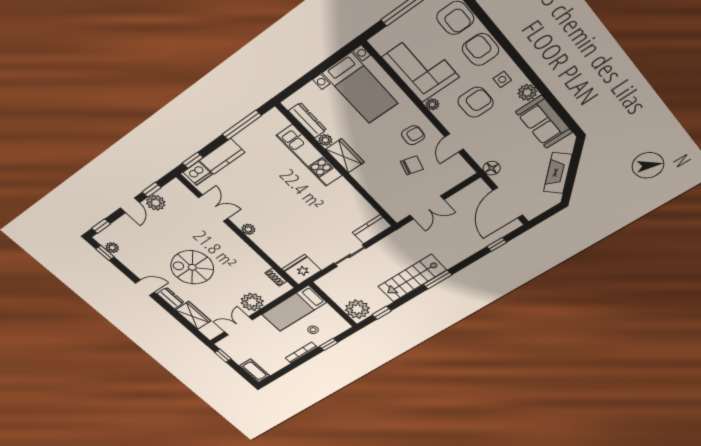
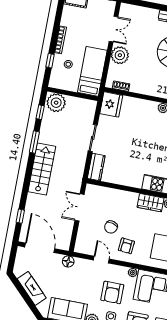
stairs: (412, 278) -> (42, 169), moved
window: (438, 280) -> (34, 142), moved
wardrobe: (193, 315) -> (146, 14), removed

